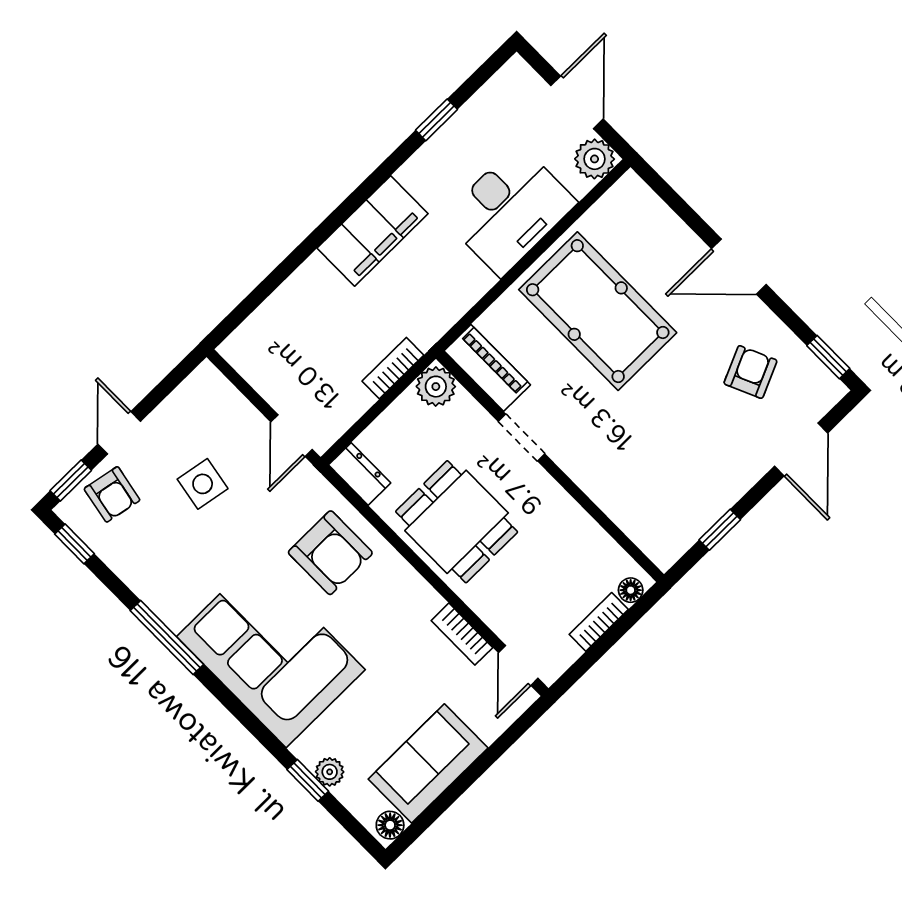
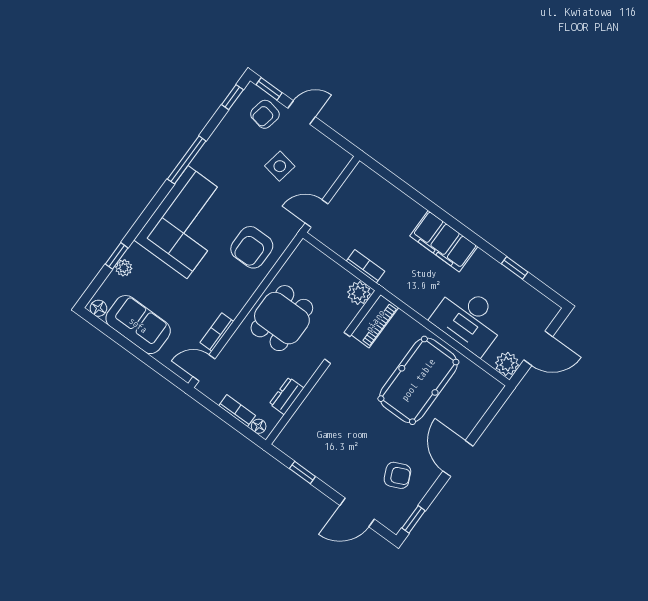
dresser: (360, 474) -> (287, 396), moved, turned 180

